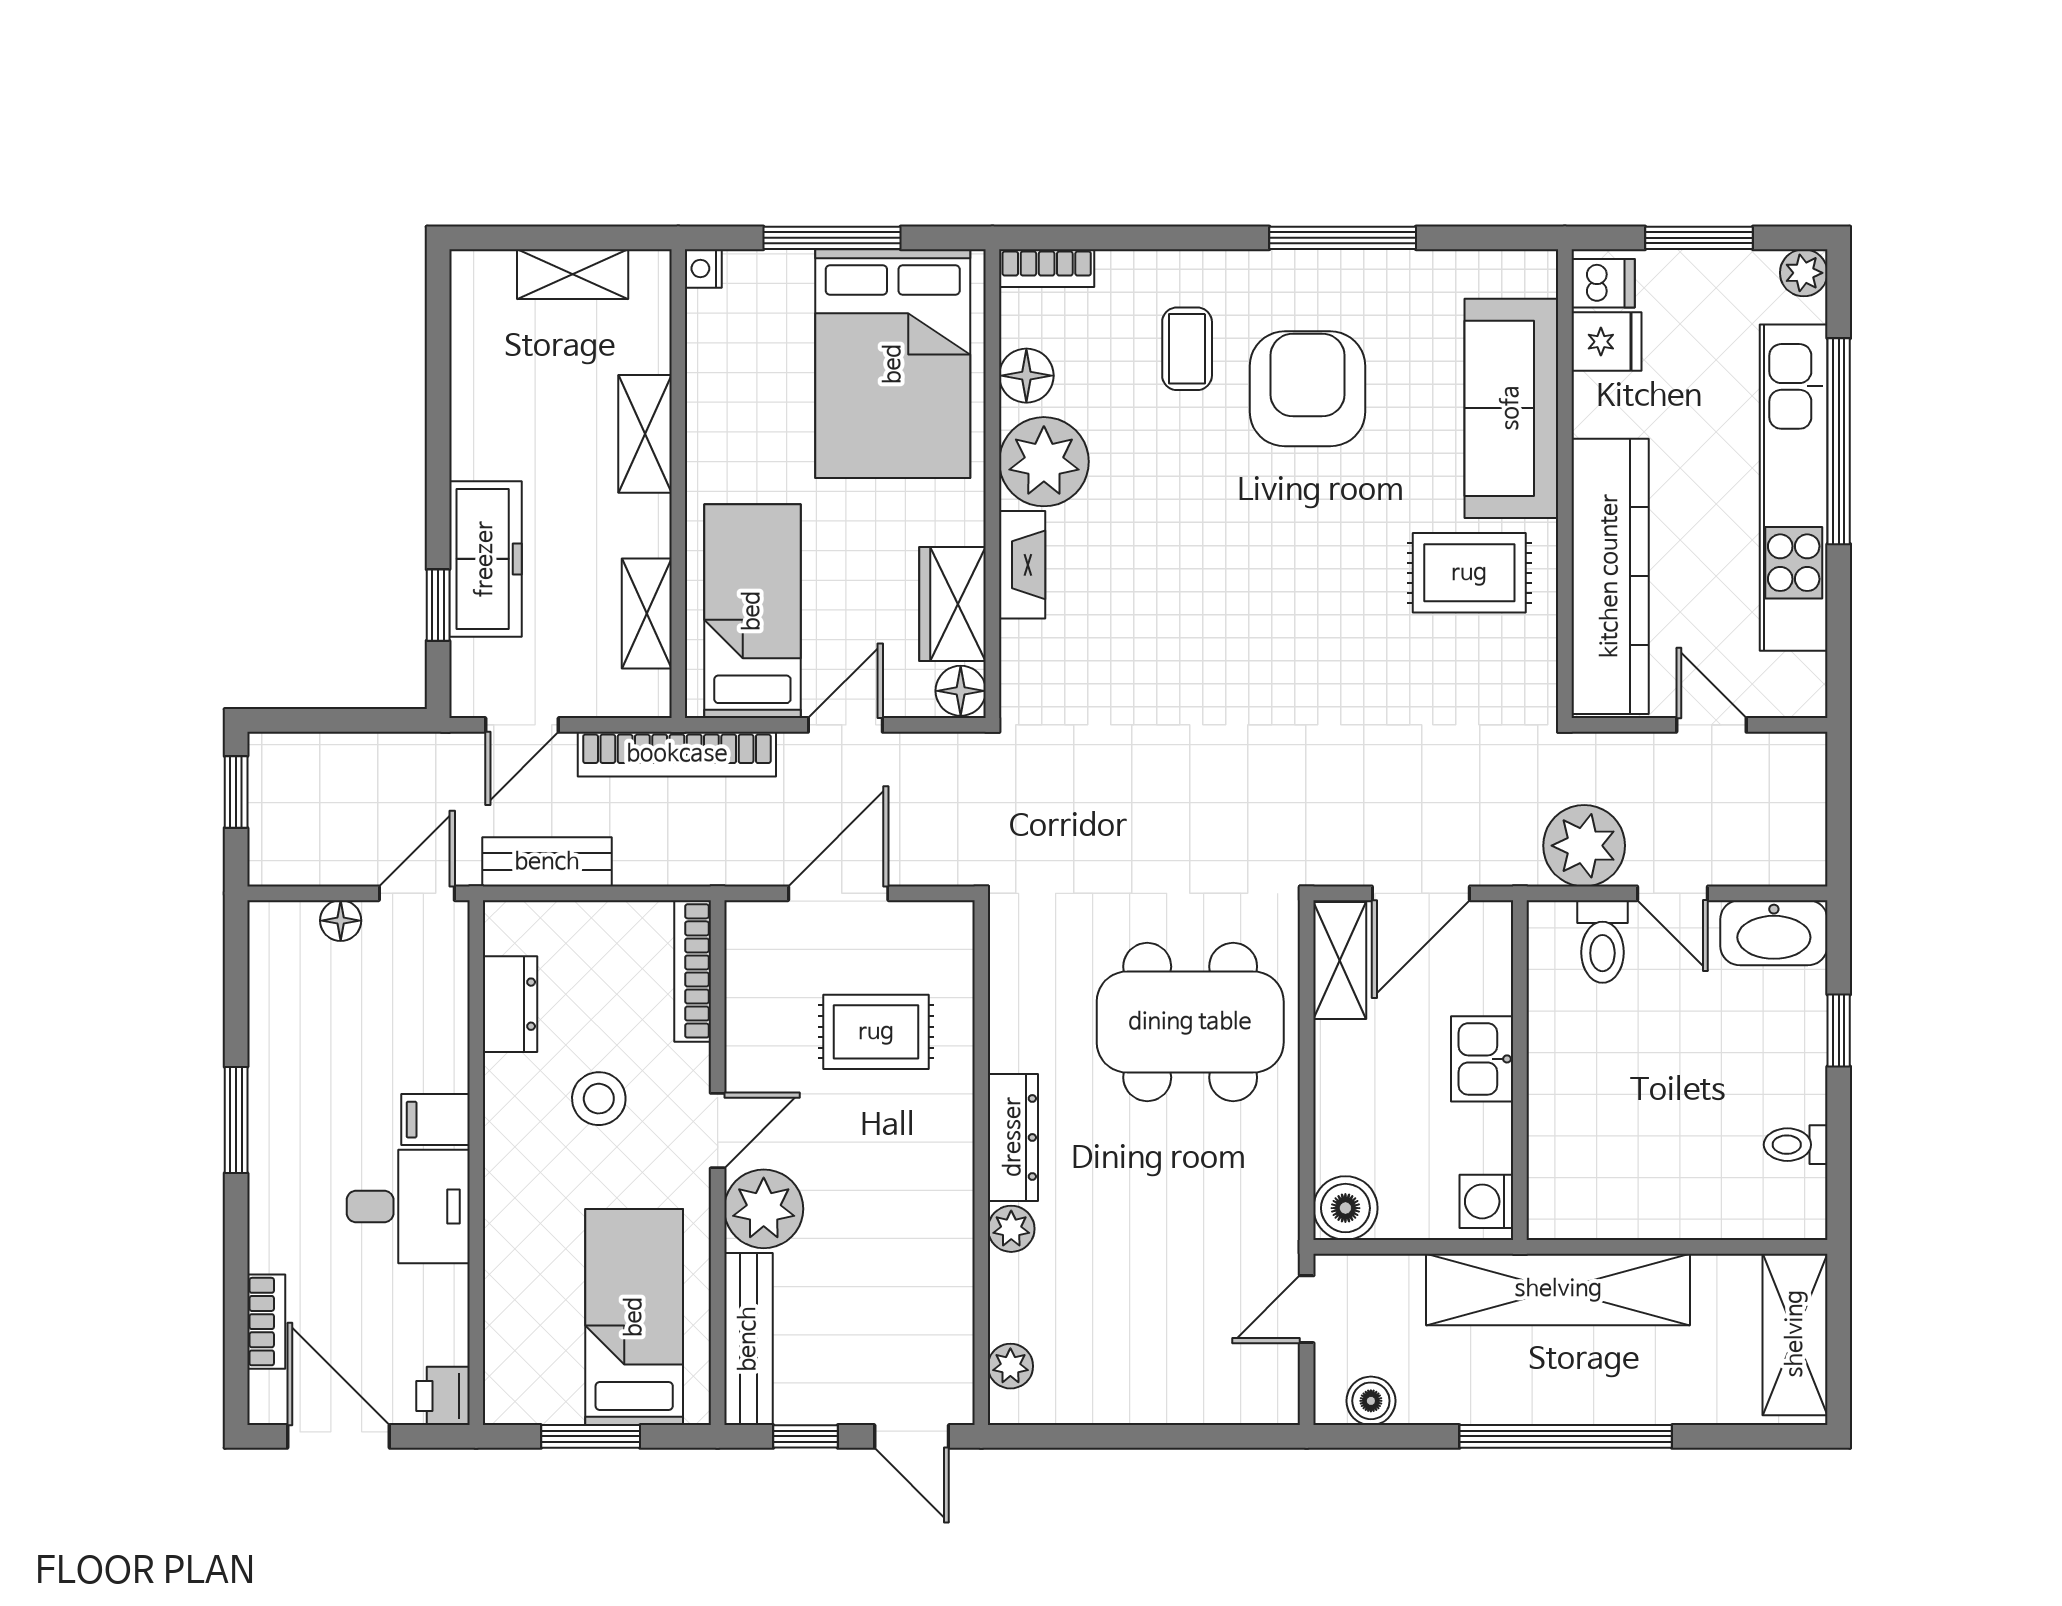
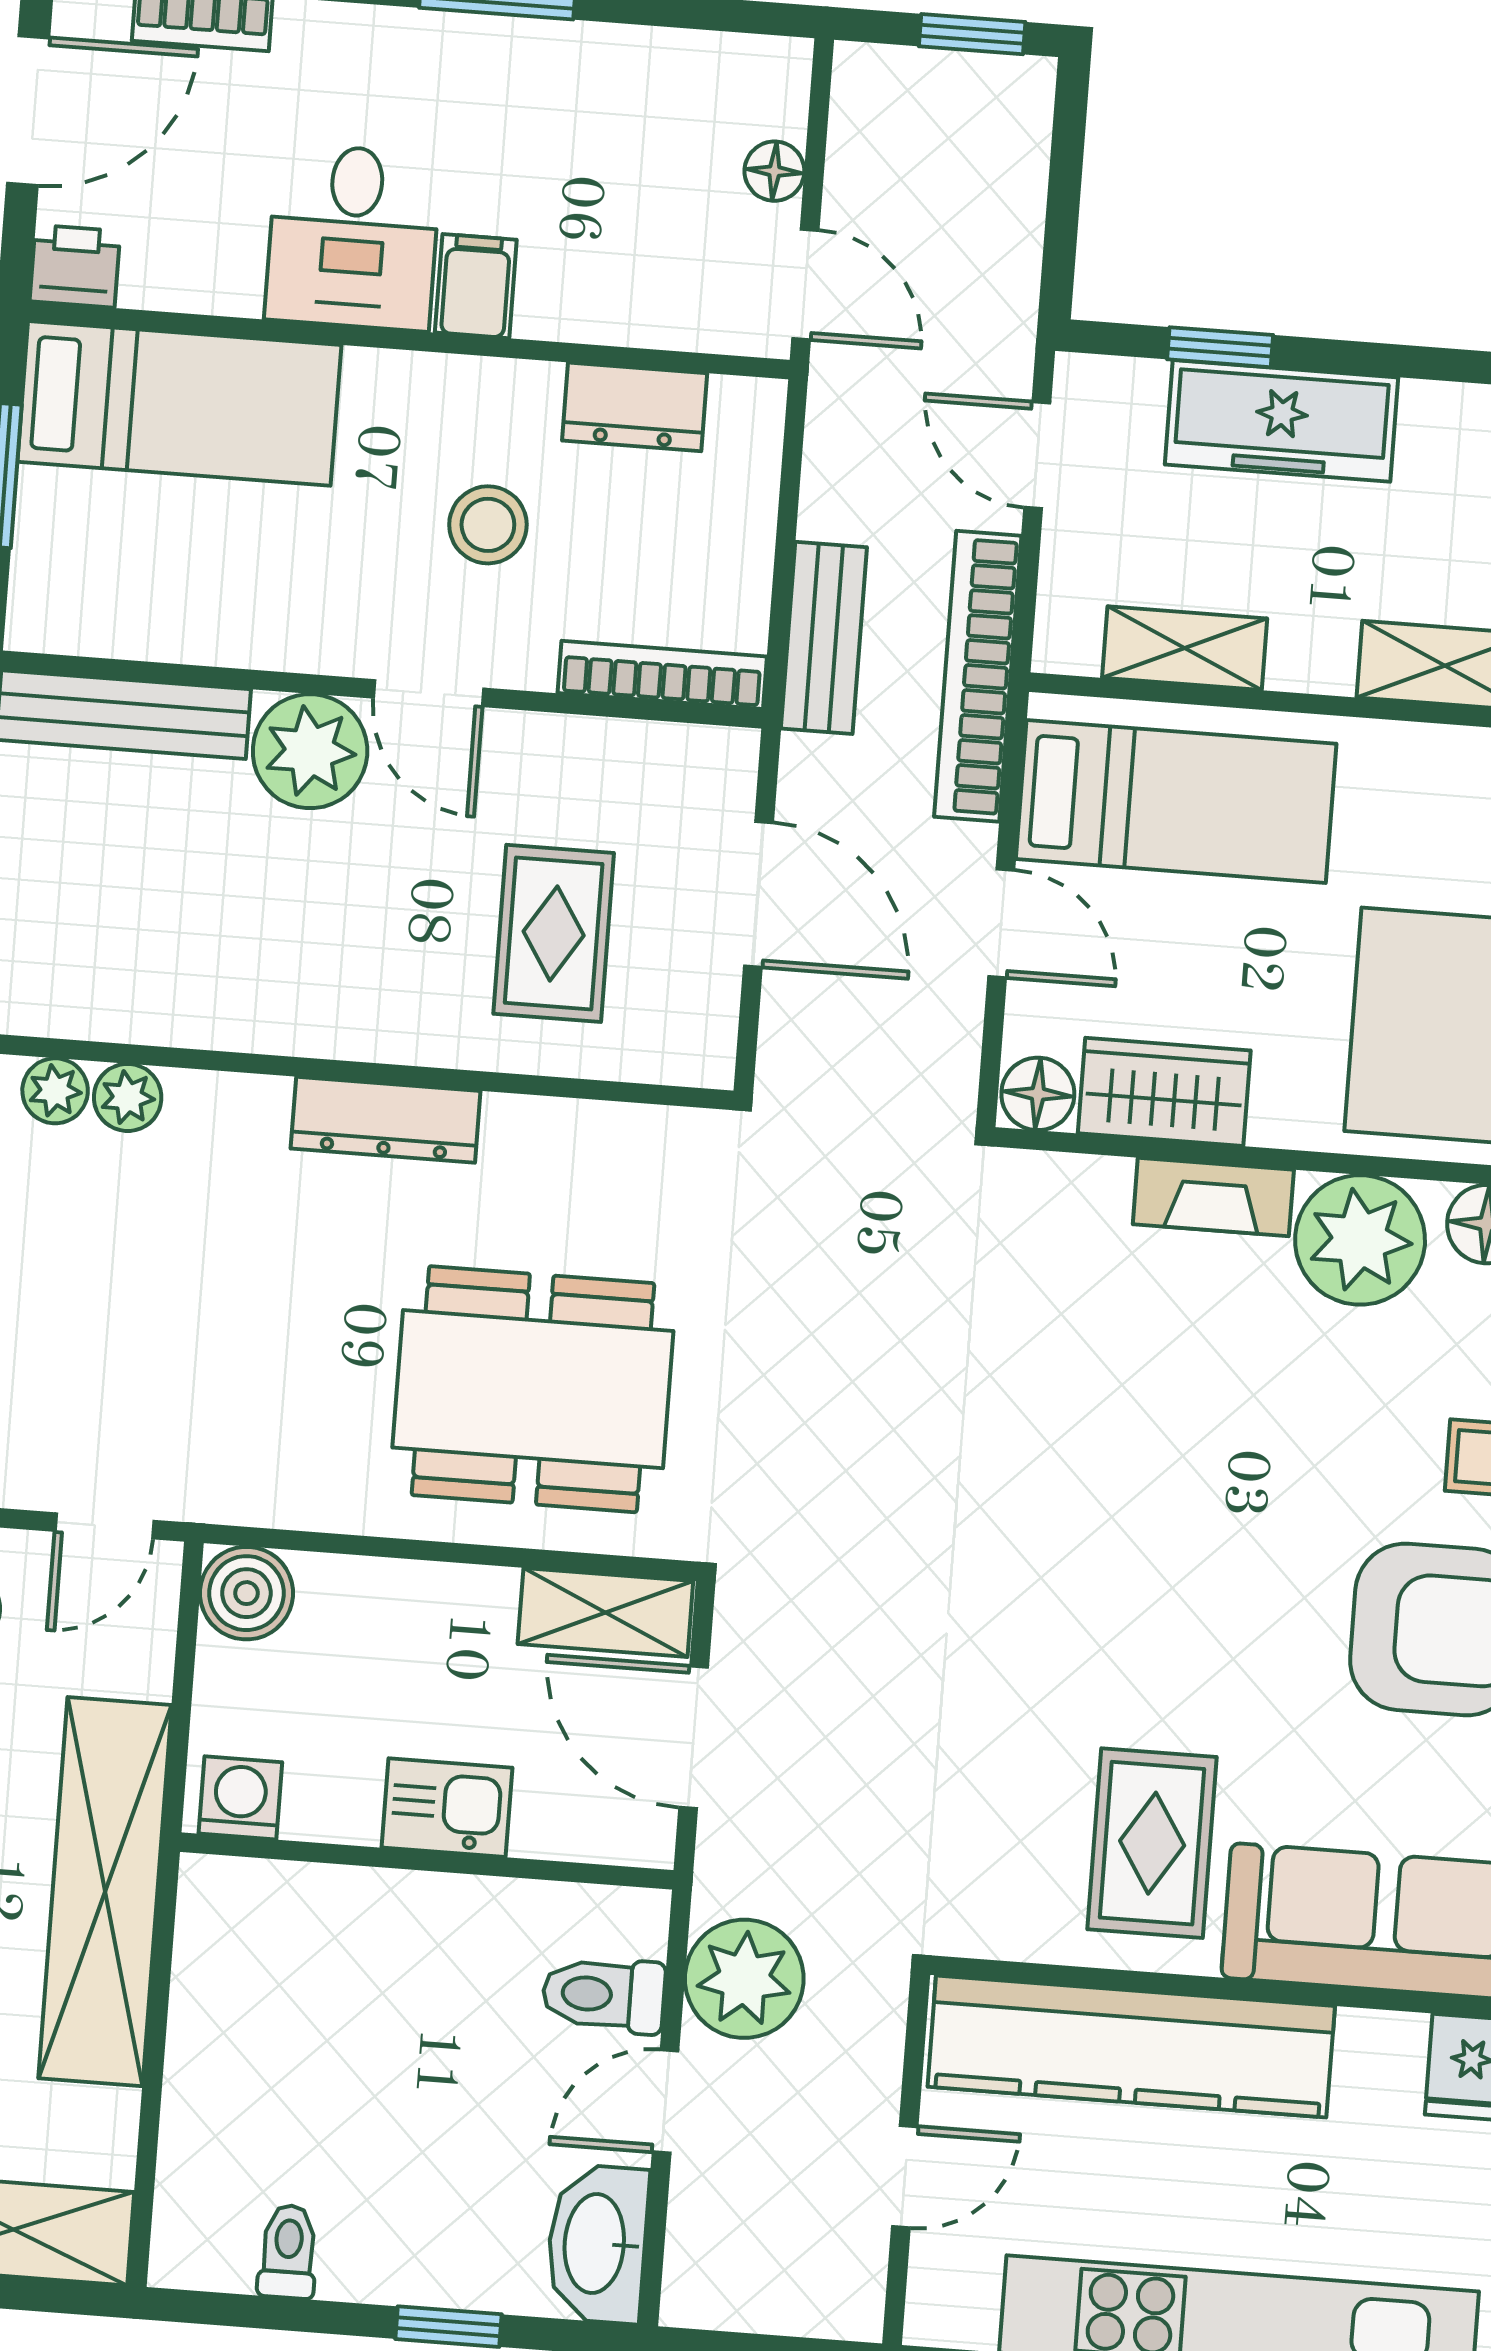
bench: (547, 862) -> (824, 638), moved
dining table: (1190, 1022) -> (533, 1389), turned 90
plant: (1011, 1229) -> (128, 1097), moved
door: (1307, 1309) -> (104, 1526), swing flipped
bed: (634, 1317) -> (179, 403), moved

